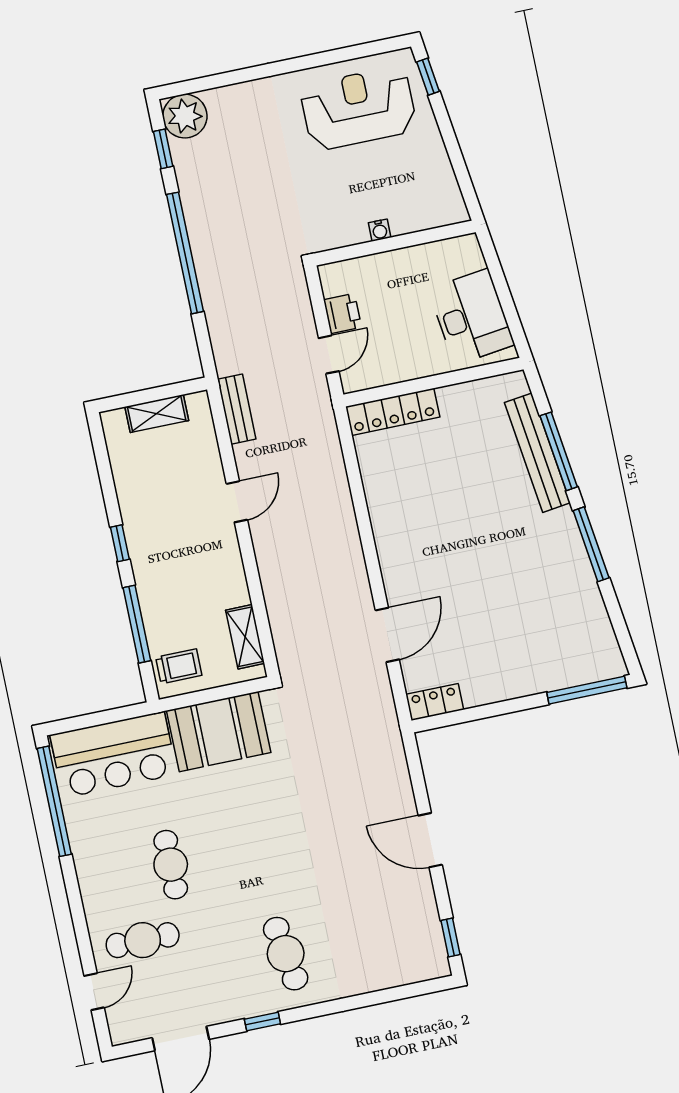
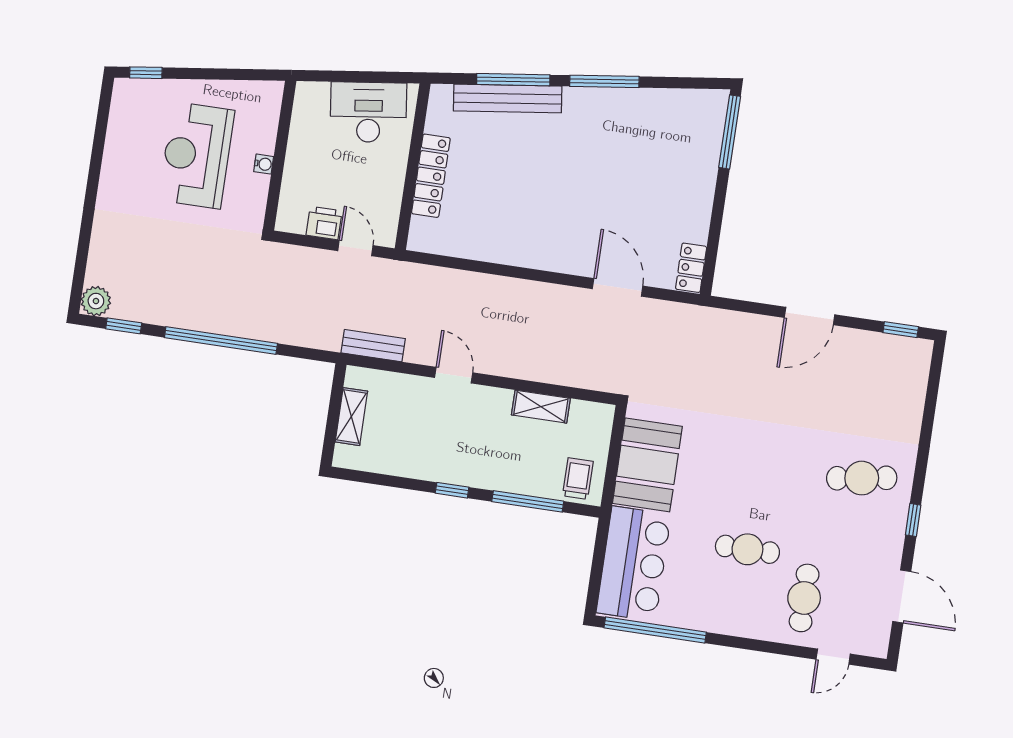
reception desk: (358, 108) -> (197, 155), moved
plant: (185, 116) -> (96, 301), width x0.73, depth x0.73
locker: (393, 412) -> (431, 176), moved
shelving: (245, 637) -> (541, 407), moved
door: (94, 992) -> (833, 657), swing flipped

